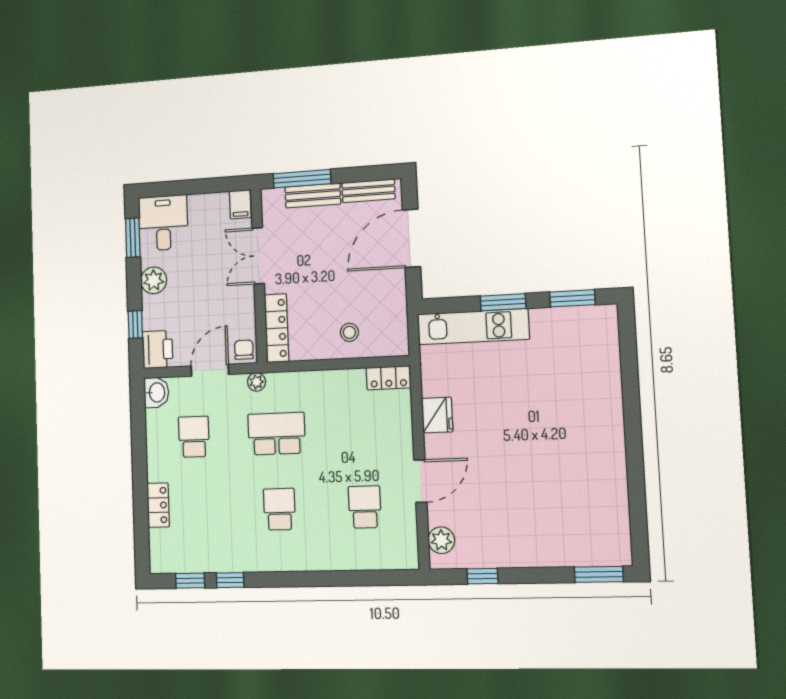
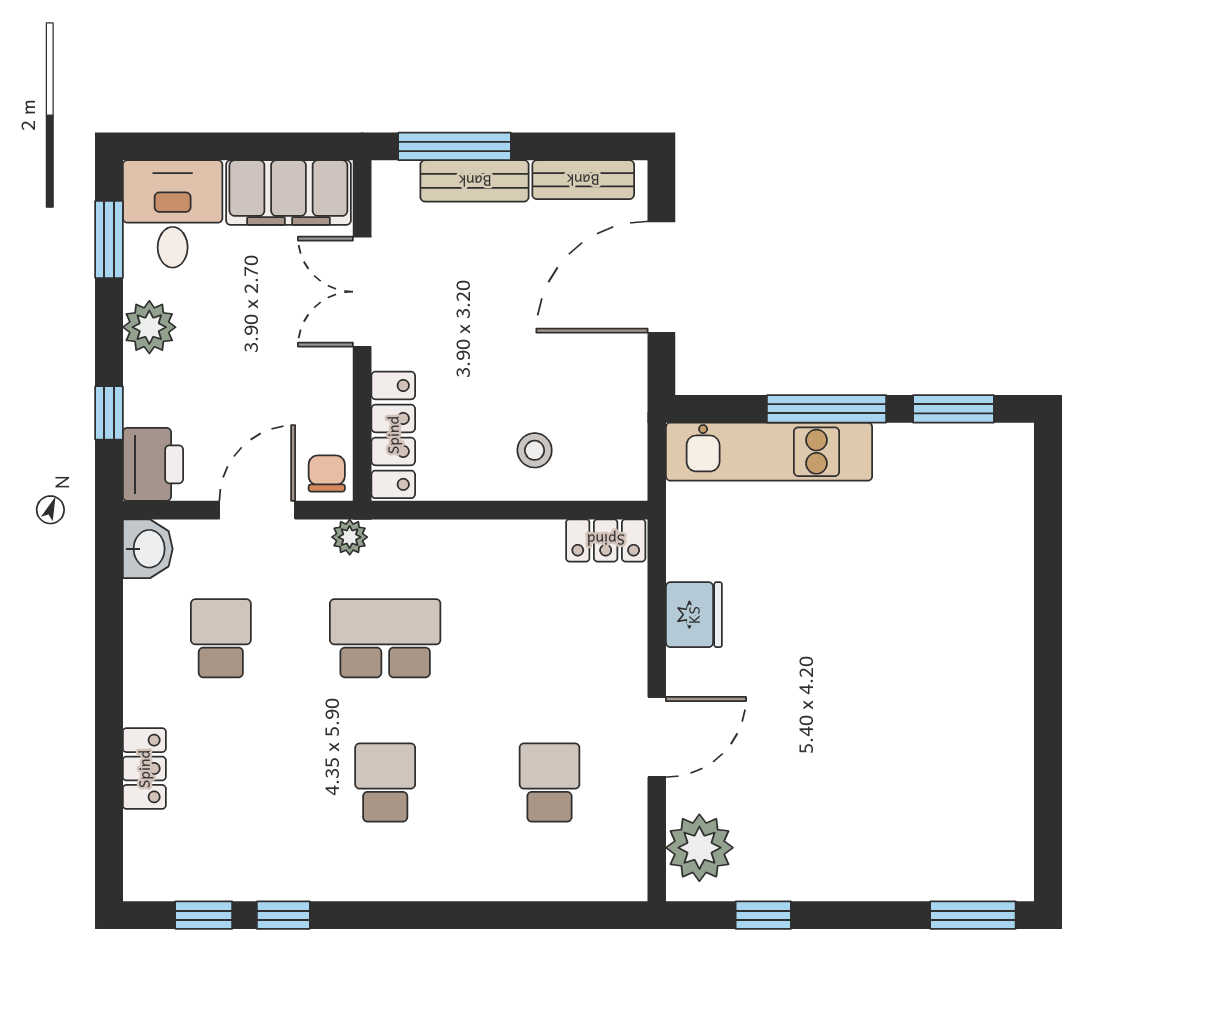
filing cabinet: (240, 204) -> (288, 193), width x3.00, depth x1.17
window: (503, 302) -> (827, 409), width x1.44
plant: (441, 540) -> (699, 848), width x1.36, depth x1.36

